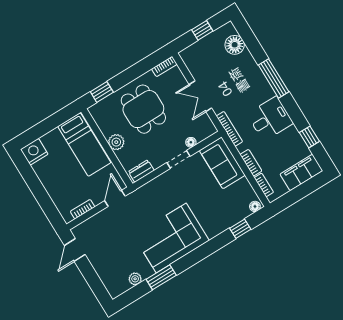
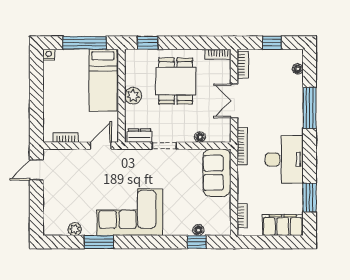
floor lamp: (235, 45) -> (298, 69), width x0.53, depth x0.53
window: (274, 78) -> (310, 108), moved
desk: (270, 119) -> (284, 159), width x1.37
window: (51, 123) -> (84, 43), added
window: (309, 137) -> (310, 198), width x1.50
nightstand: (34, 152) -> (49, 55), width x0.53, depth x0.56
doorway: (179, 159) -> (164, 146), moved
bookcase: (251, 163) -> (243, 65), moved
floor lamp: (255, 206) -> (198, 230), moved

